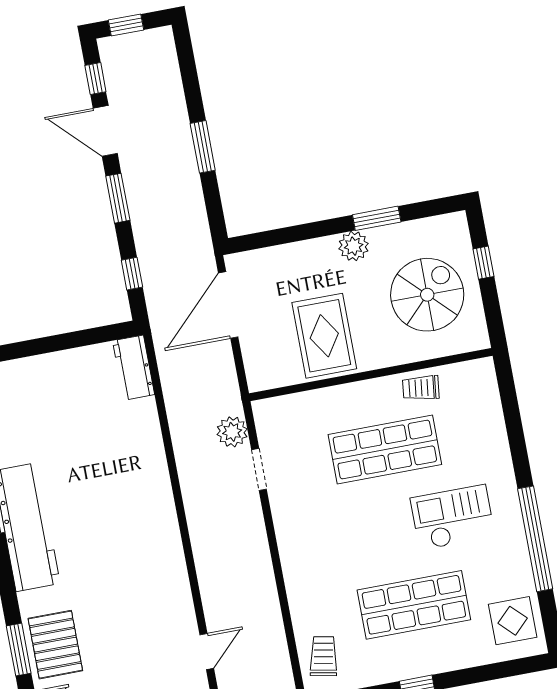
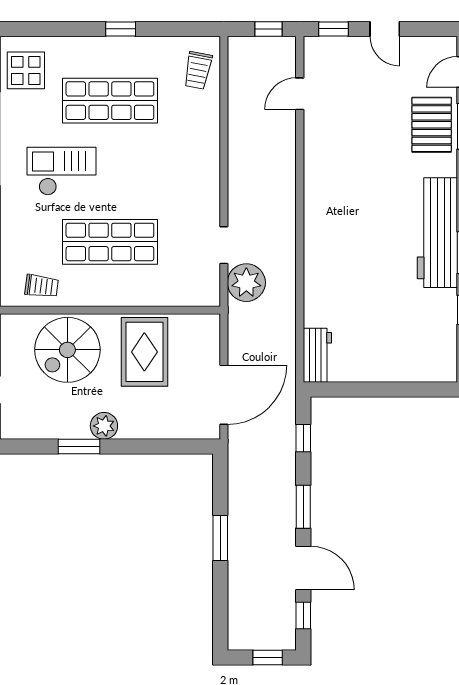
spiral stairs: (427, 295) -> (67, 350), moved
trolley: (421, 388) -> (42, 286), moved
plant: (232, 432) -> (246, 283), width x1.36, depth x1.36
checkout: (453, 517) -> (62, 171), turned 180

